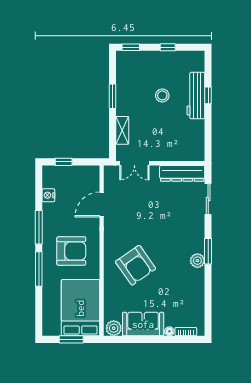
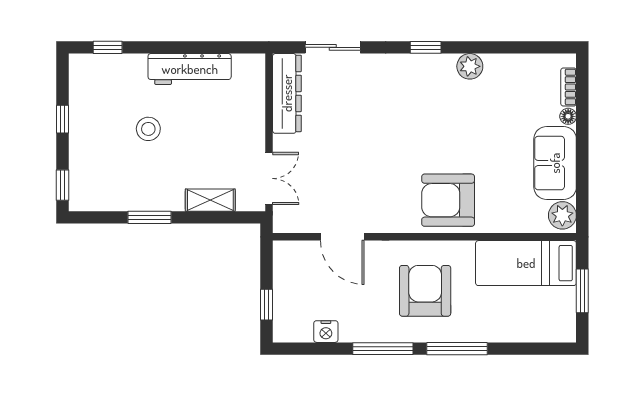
window: (208, 95) -> (108, 47), moved
workbench: (196, 96) -> (190, 69), moved
window: (208, 251) -> (426, 47), width x0.67
plant: (197, 261) -> (470, 66), moved
armchair: (136, 265) -> (448, 200), moved, turned -145
bed: (80, 308) -> (526, 263), width x0.67

